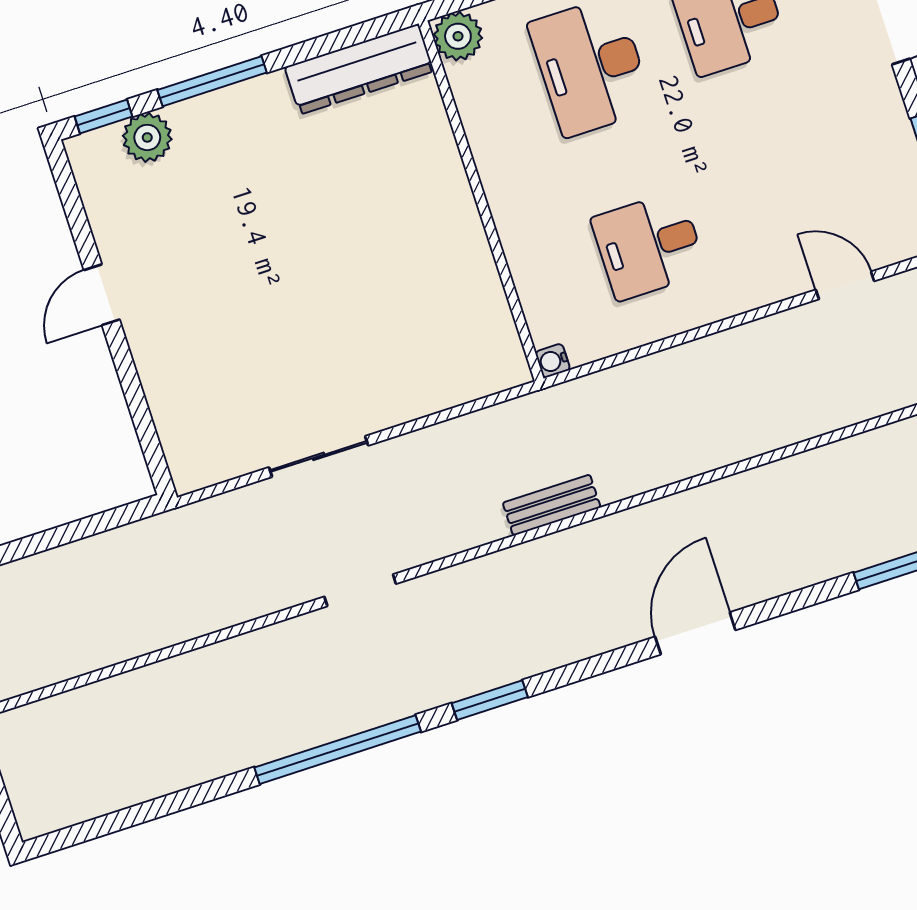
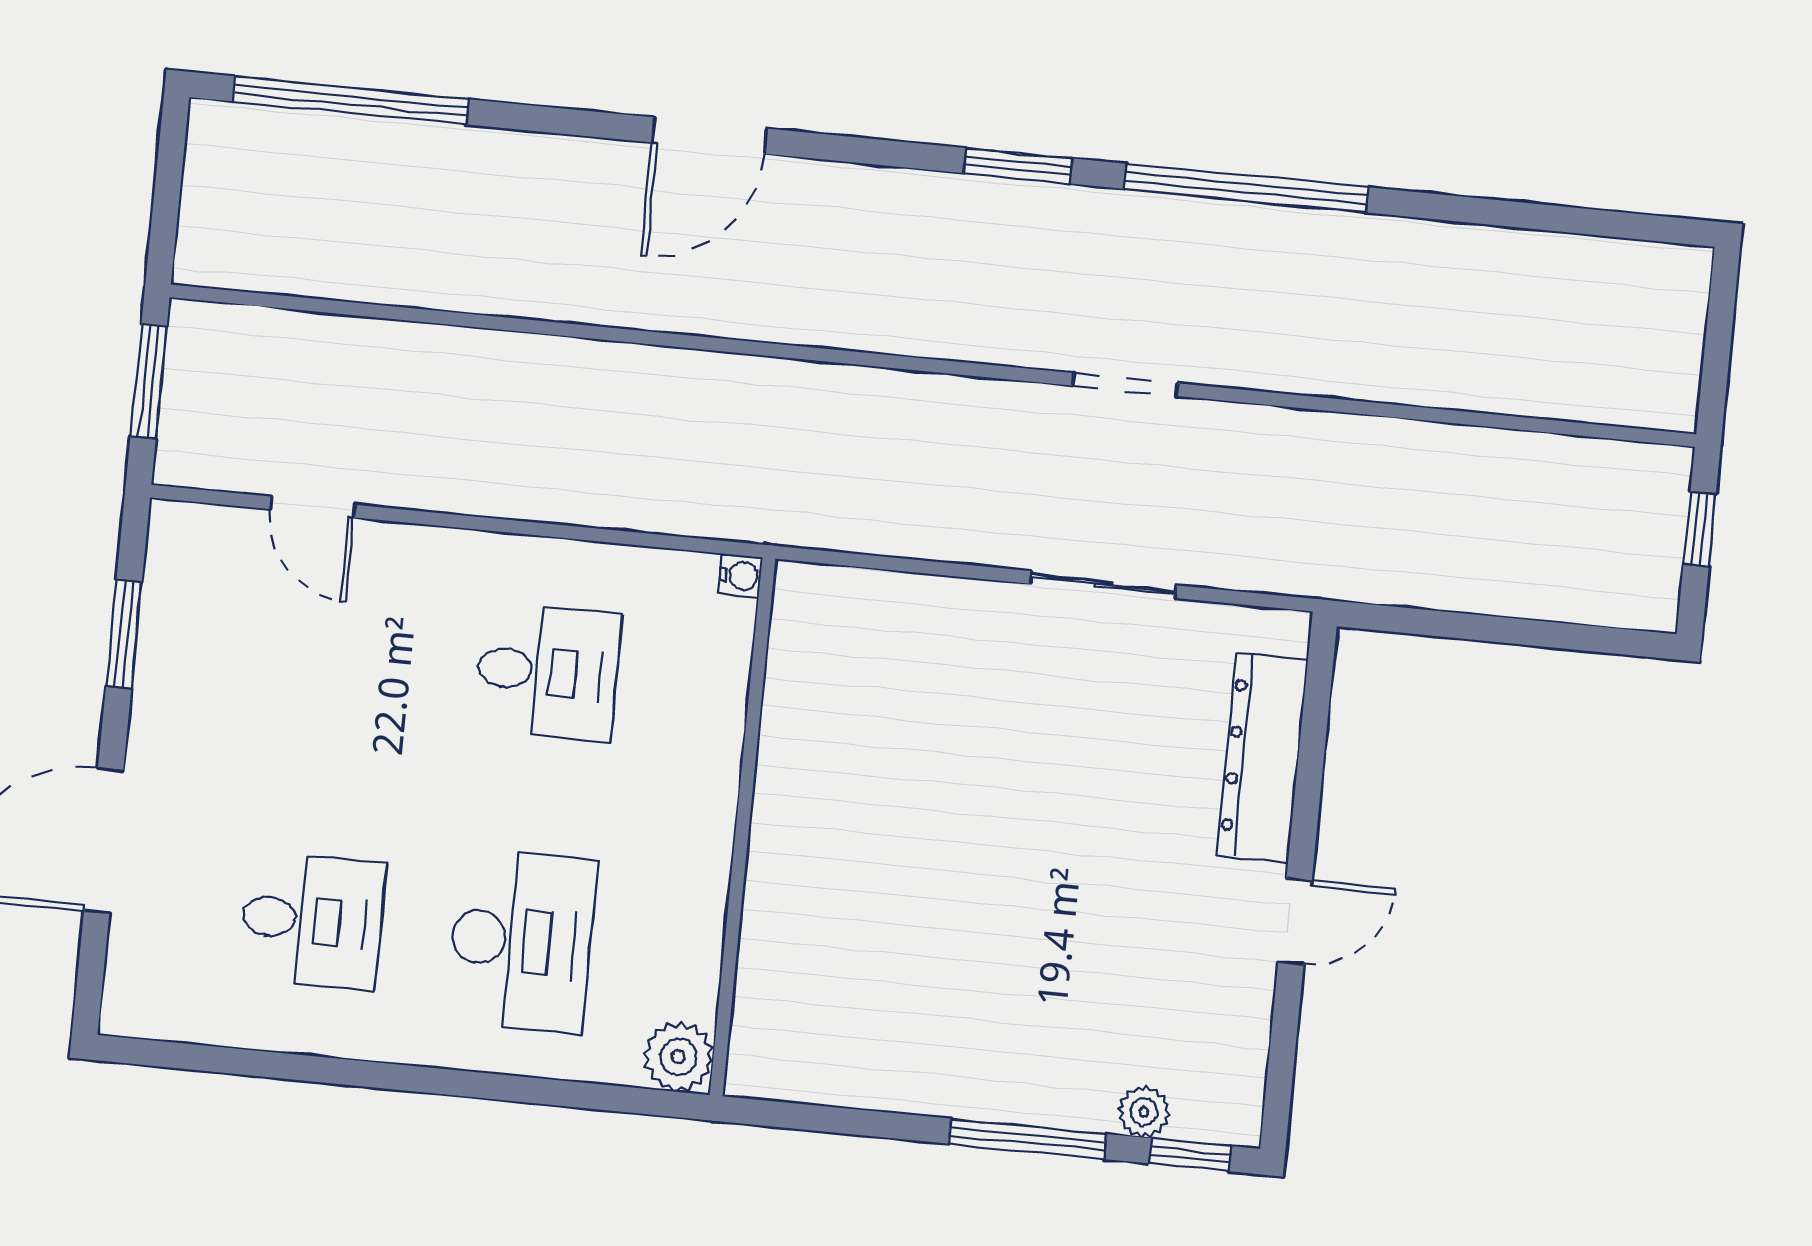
dresser: (359, 69) -> (1262, 758), moved, turned -90
plant: (147, 137) -> (1144, 1112), width x0.73, depth x0.73
bench: (552, 505) -> (825, 387), removed

